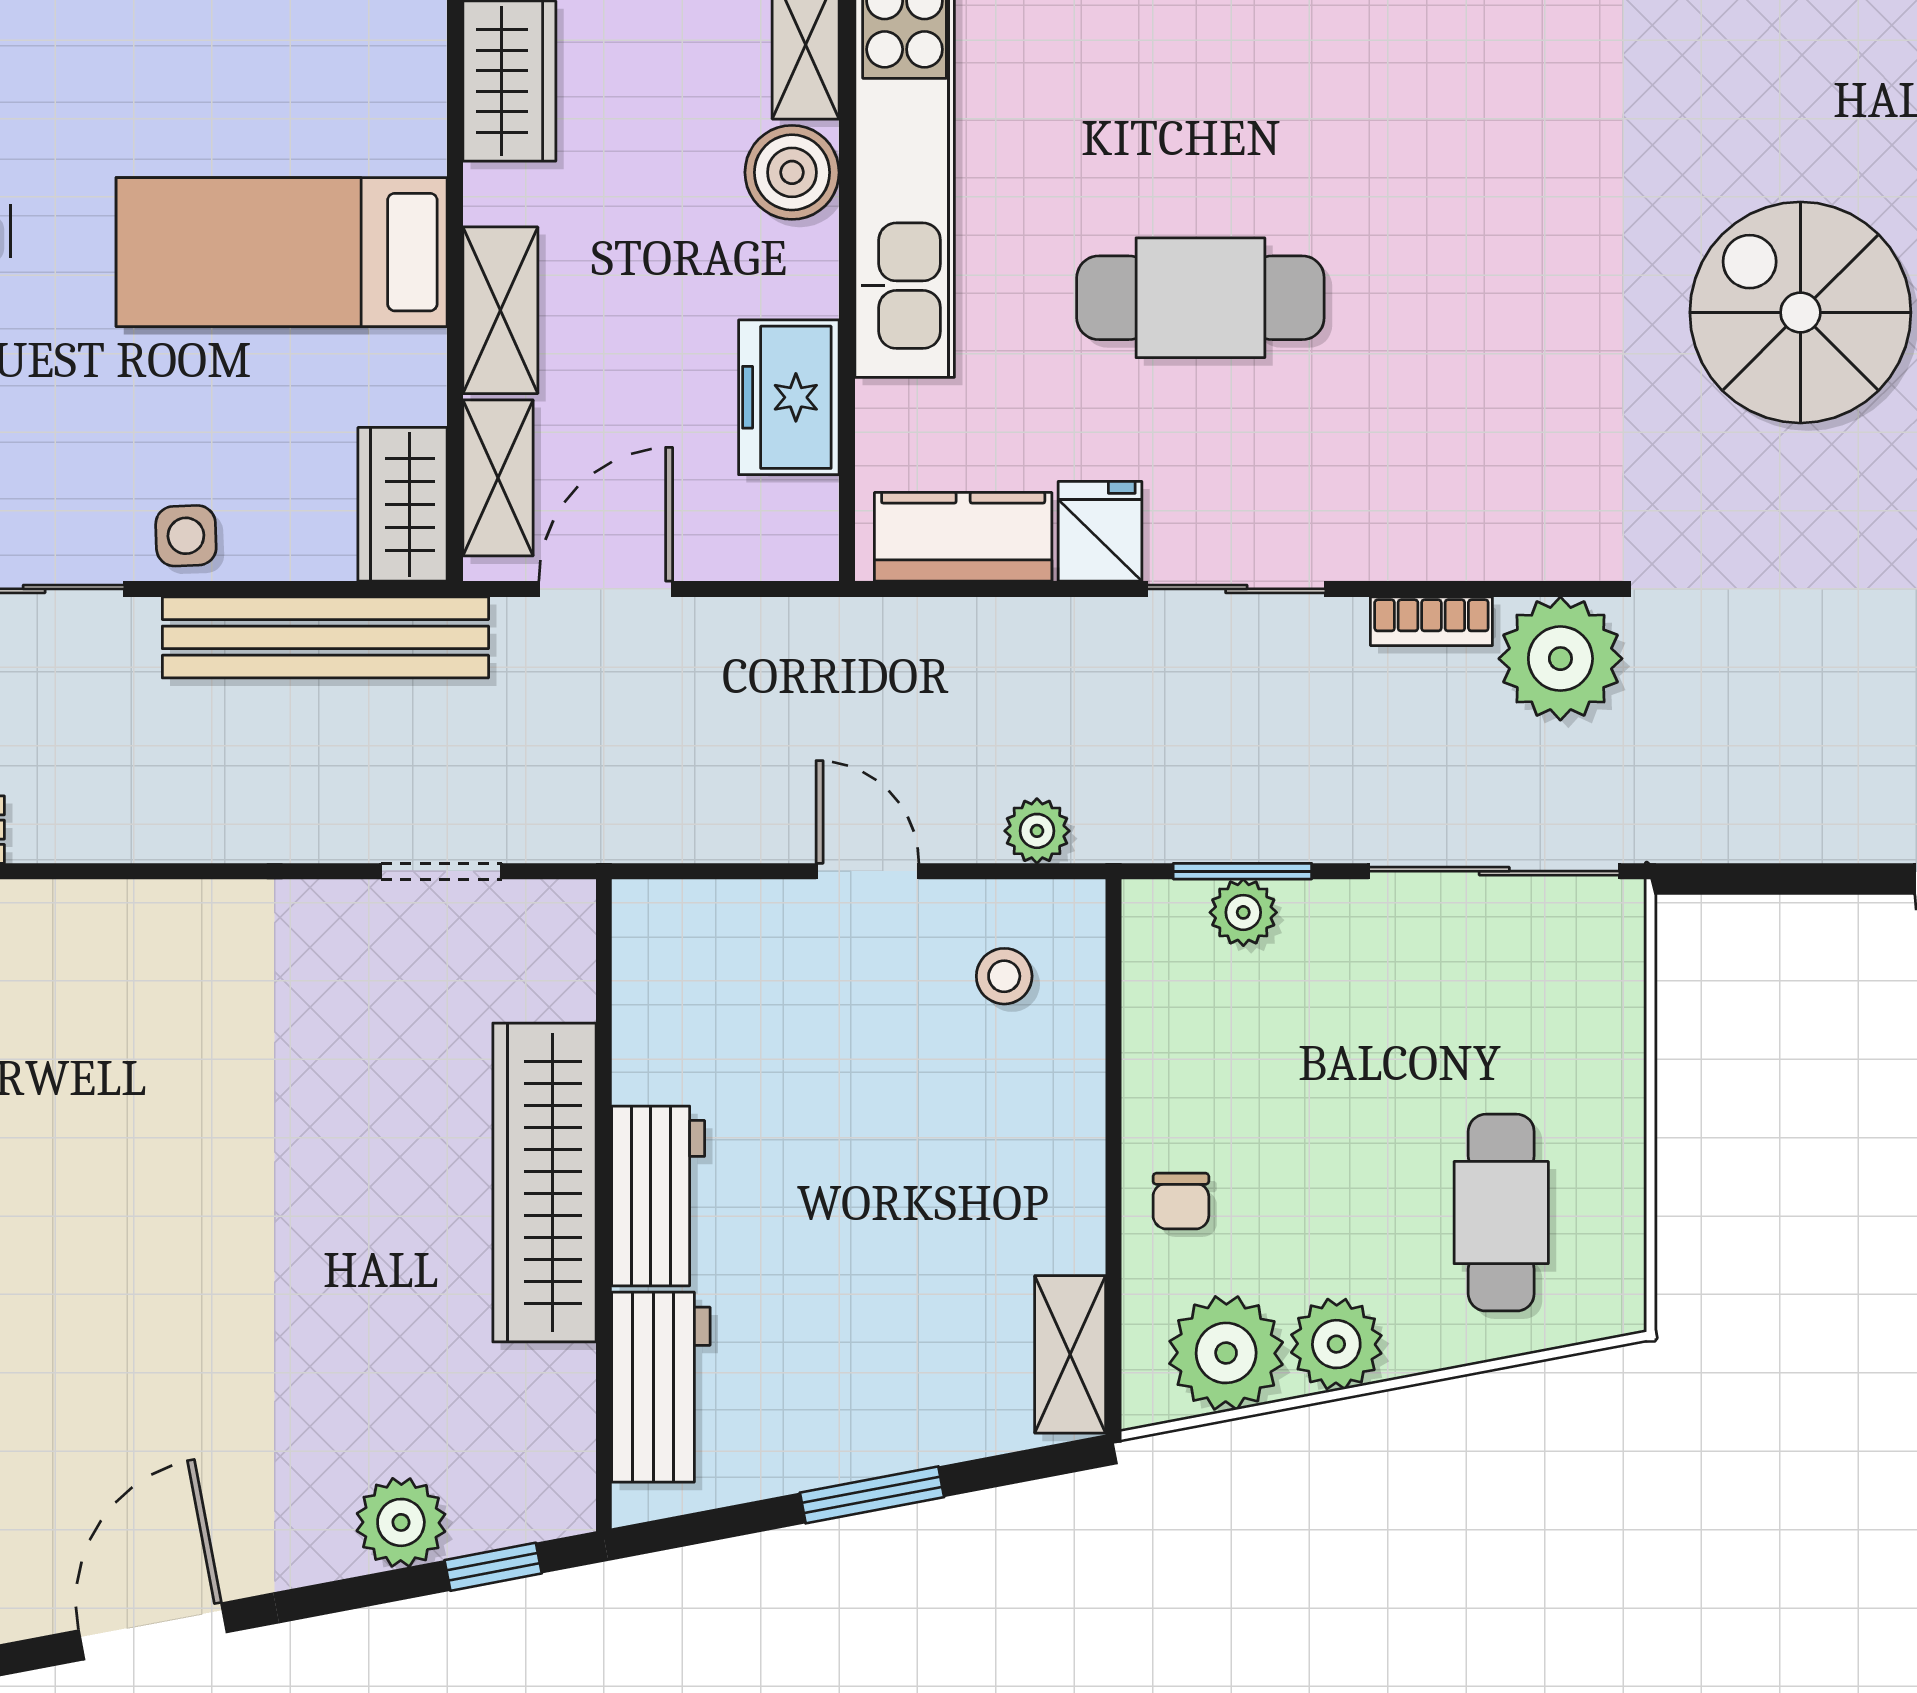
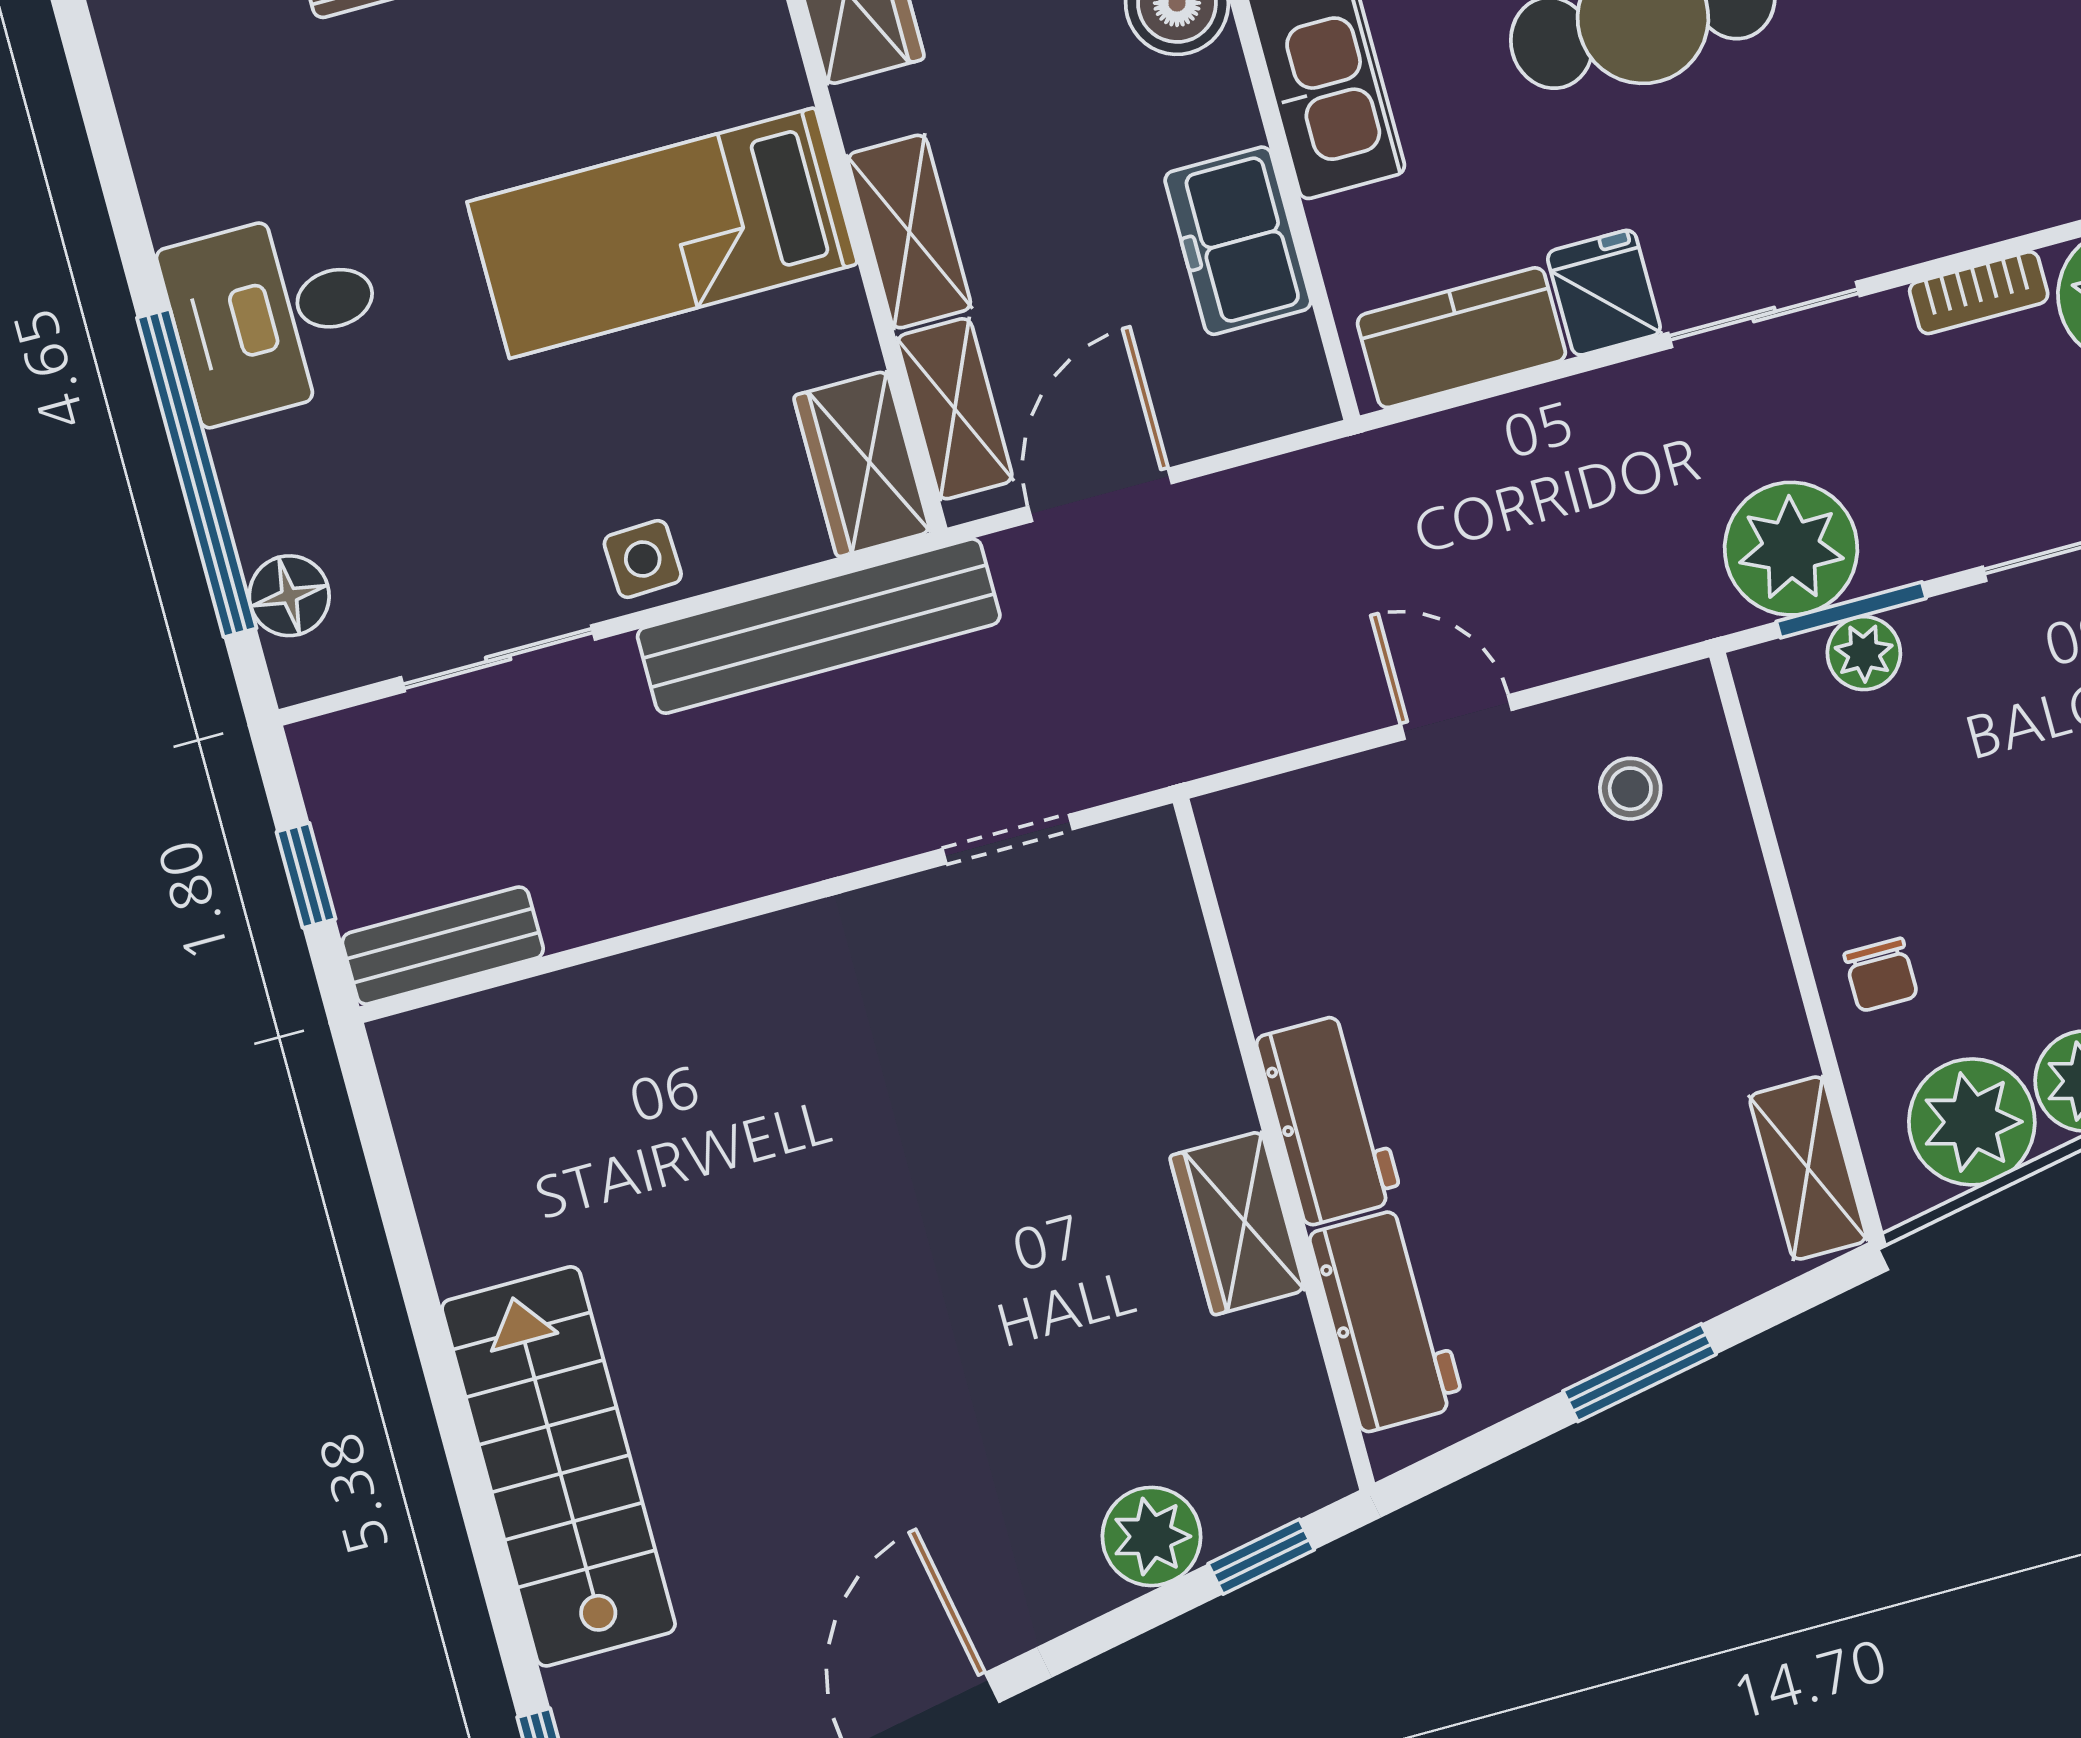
plant: (1037, 831) -> (1791, 549), moved, width x1.88, depth x1.88
wardrobe: (544, 1182) -> (1237, 1223), width x0.48, depth x0.85

